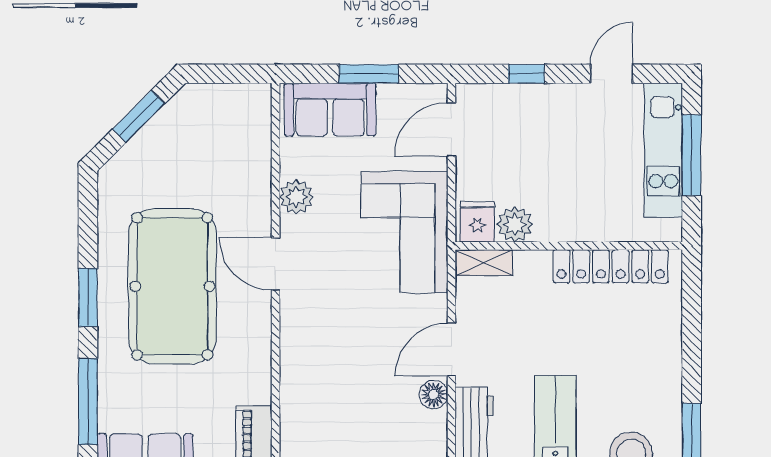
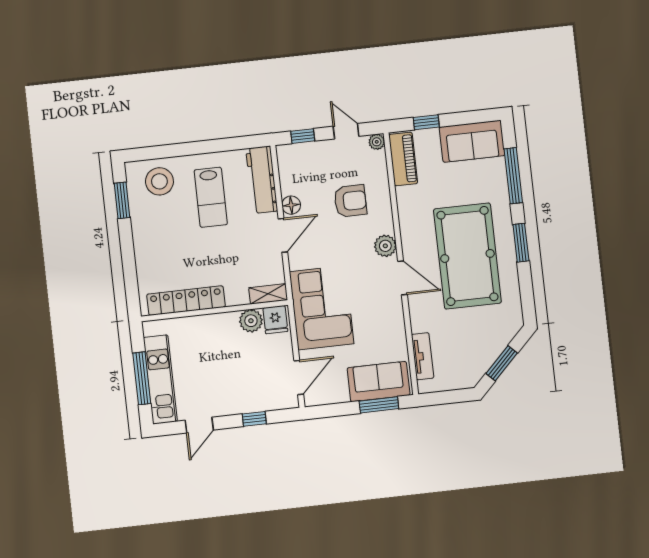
window: (369, 74) -> (379, 405), moved
tv unit: (258, 141) -> (423, 356), added
plant: (296, 197) -> (385, 246), moved
armchair: (342, 391) -> (350, 201), added

